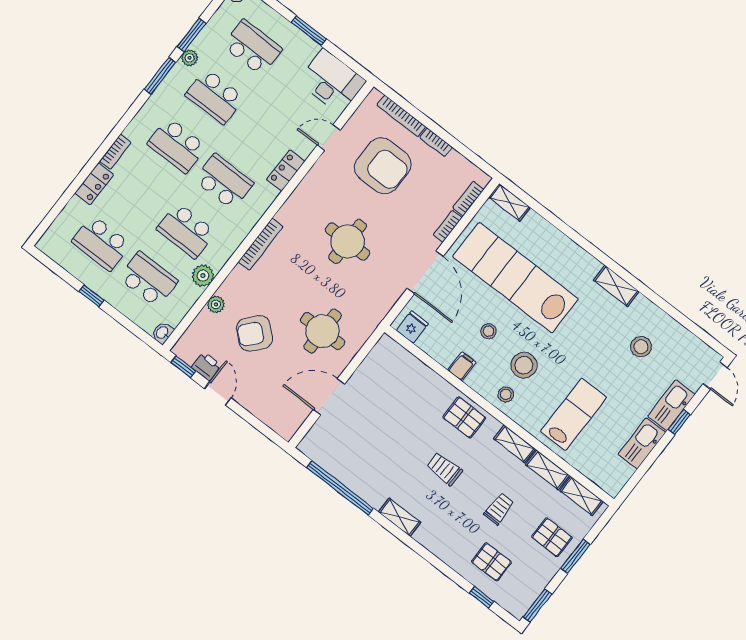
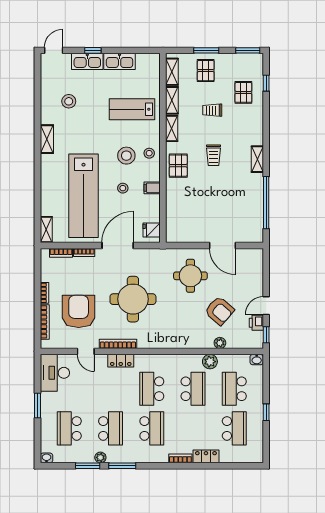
round table: (348, 241) -> (133, 299), width x1.36, depth x1.36
bookcase: (261, 244) -> (118, 344), moved

